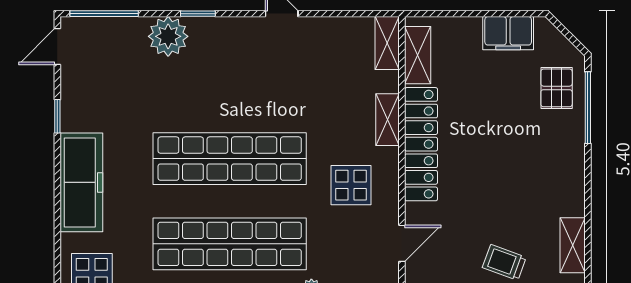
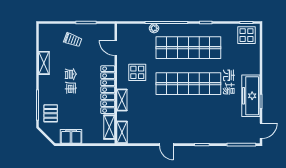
plant: (168, 36) -> (214, 135), removed
freezer: (81, 182) -> (251, 96), moved
door: (402, 243) -> (116, 48), hinge flipped
shelving: (573, 245) -> (44, 63), moved

